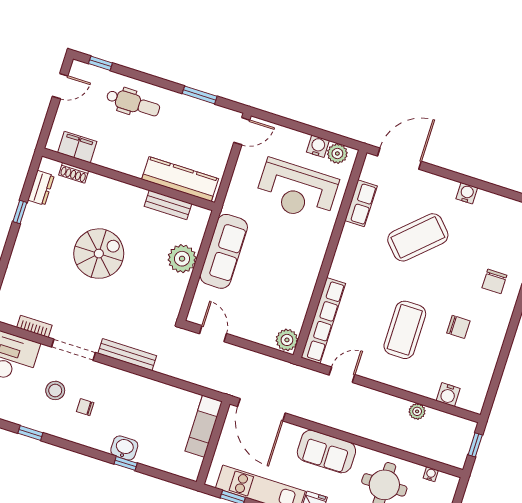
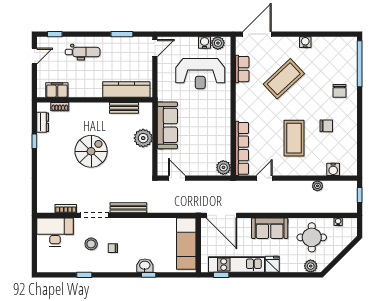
exam couch: (204, 426) -> (186, 244), width x1.36, depth x1.45

